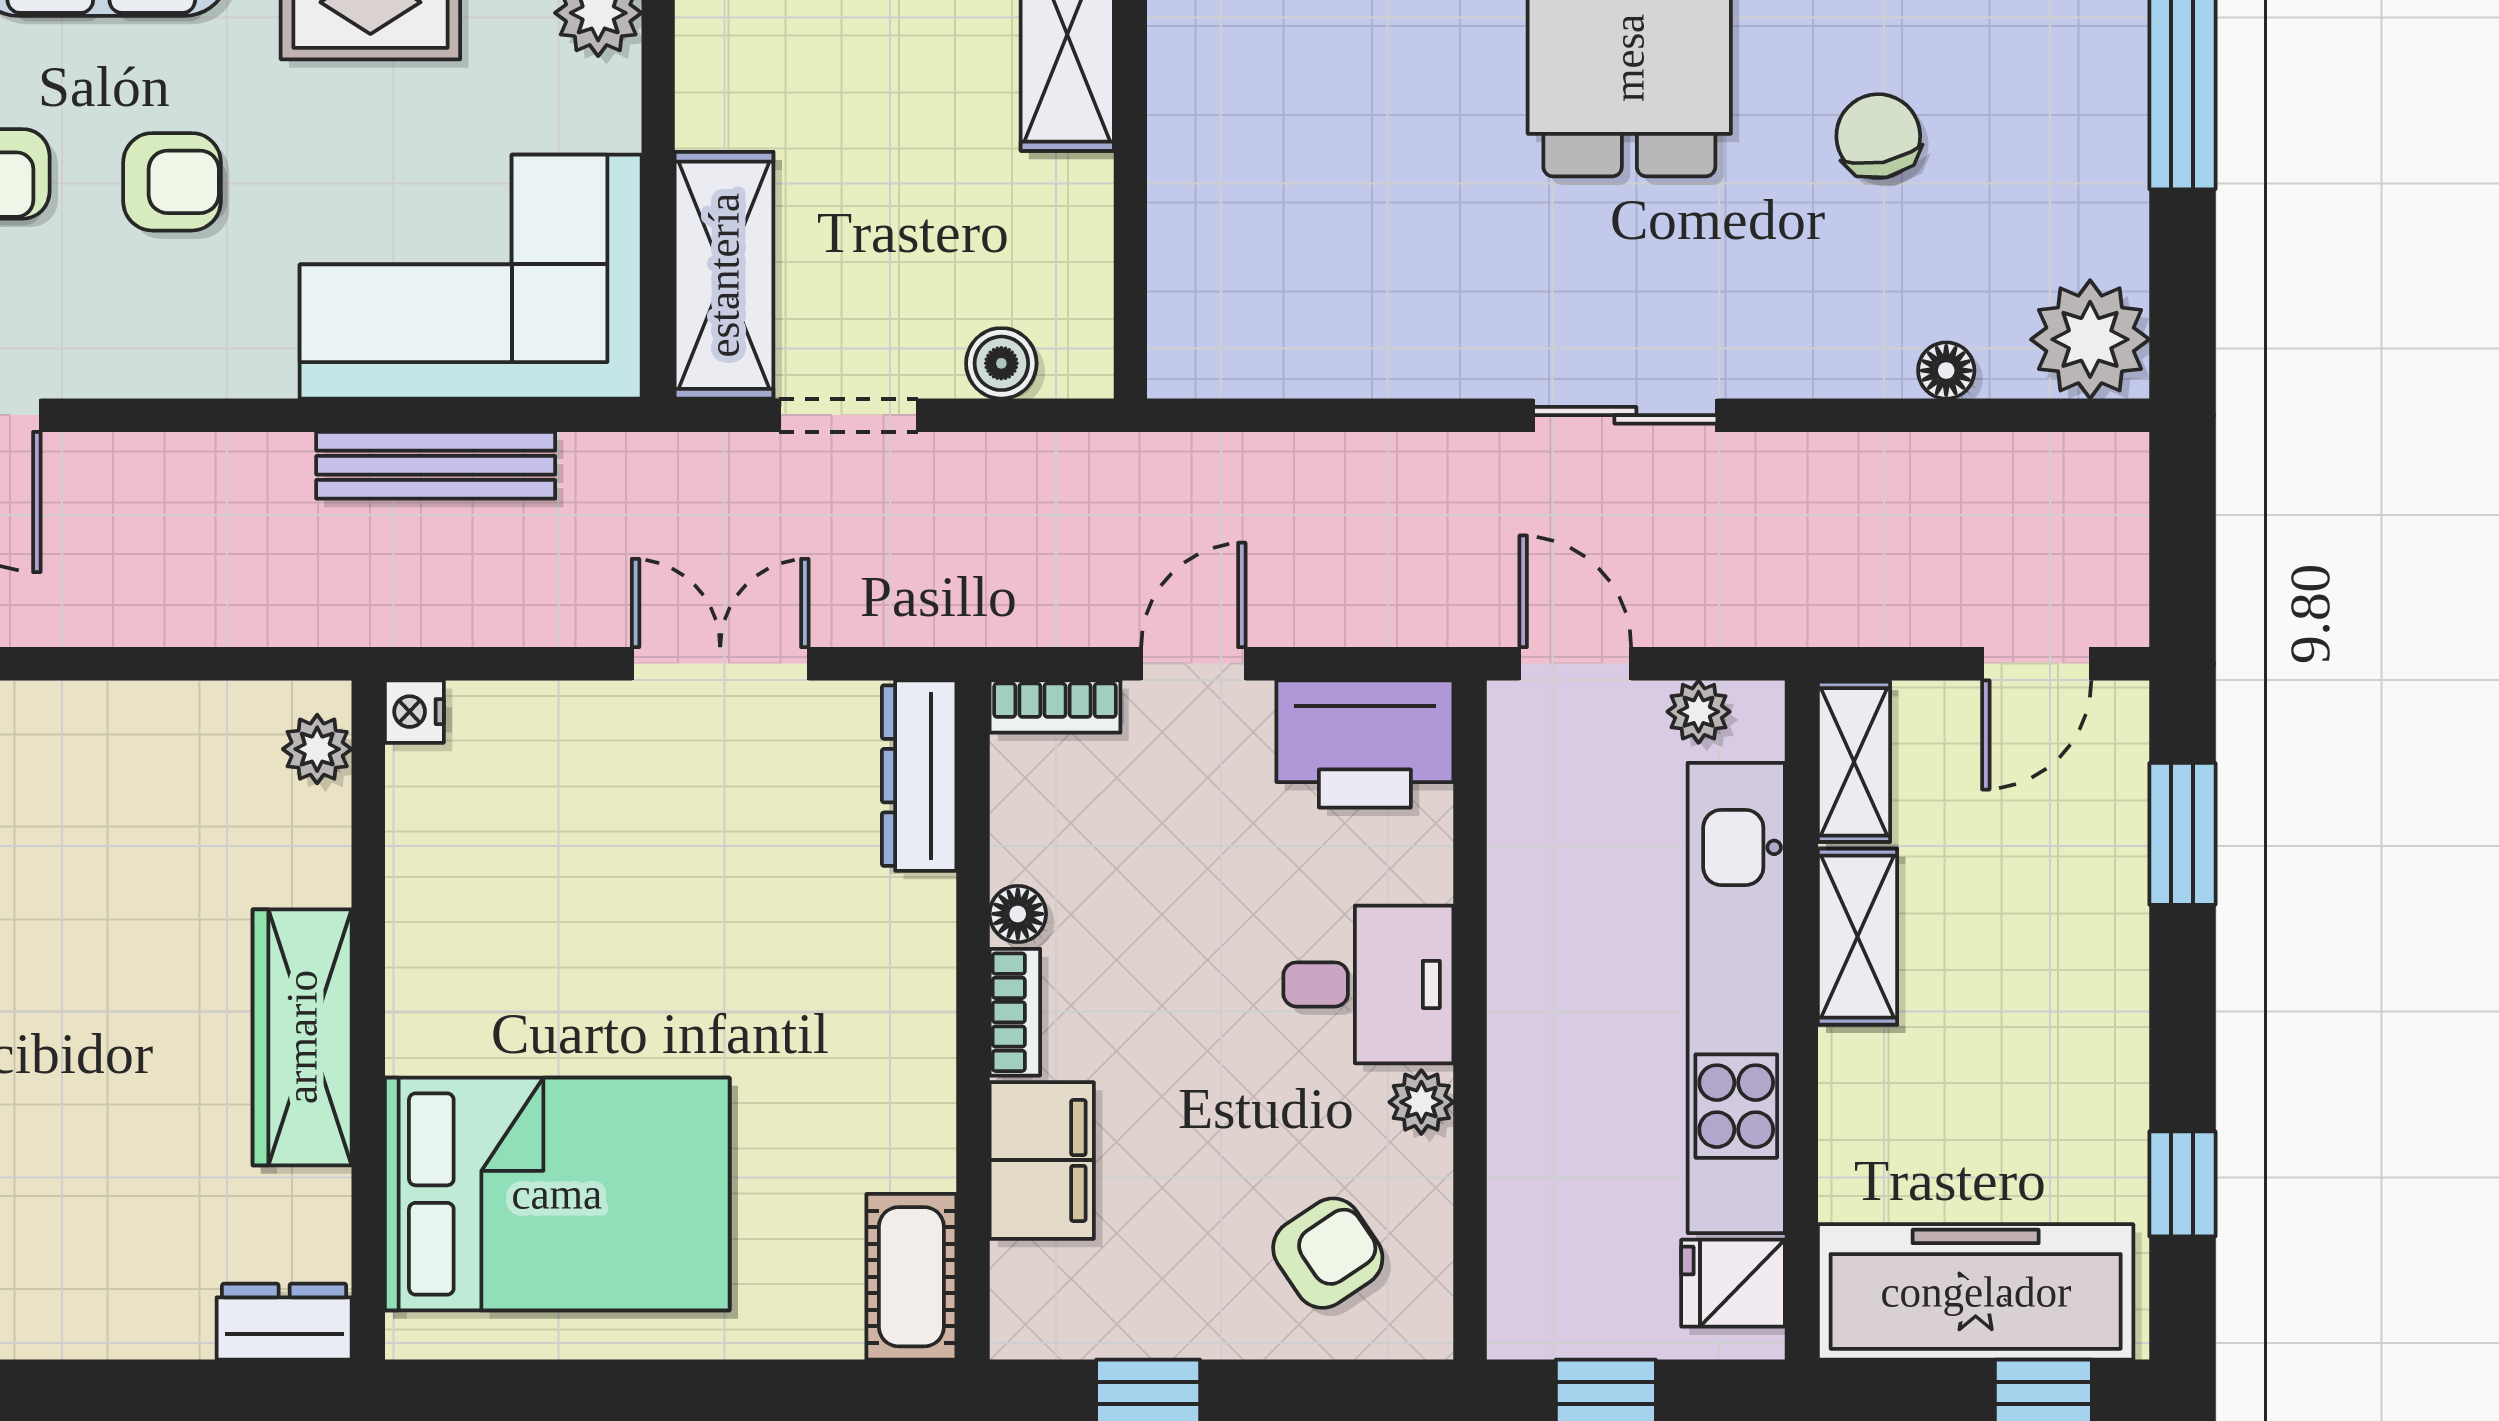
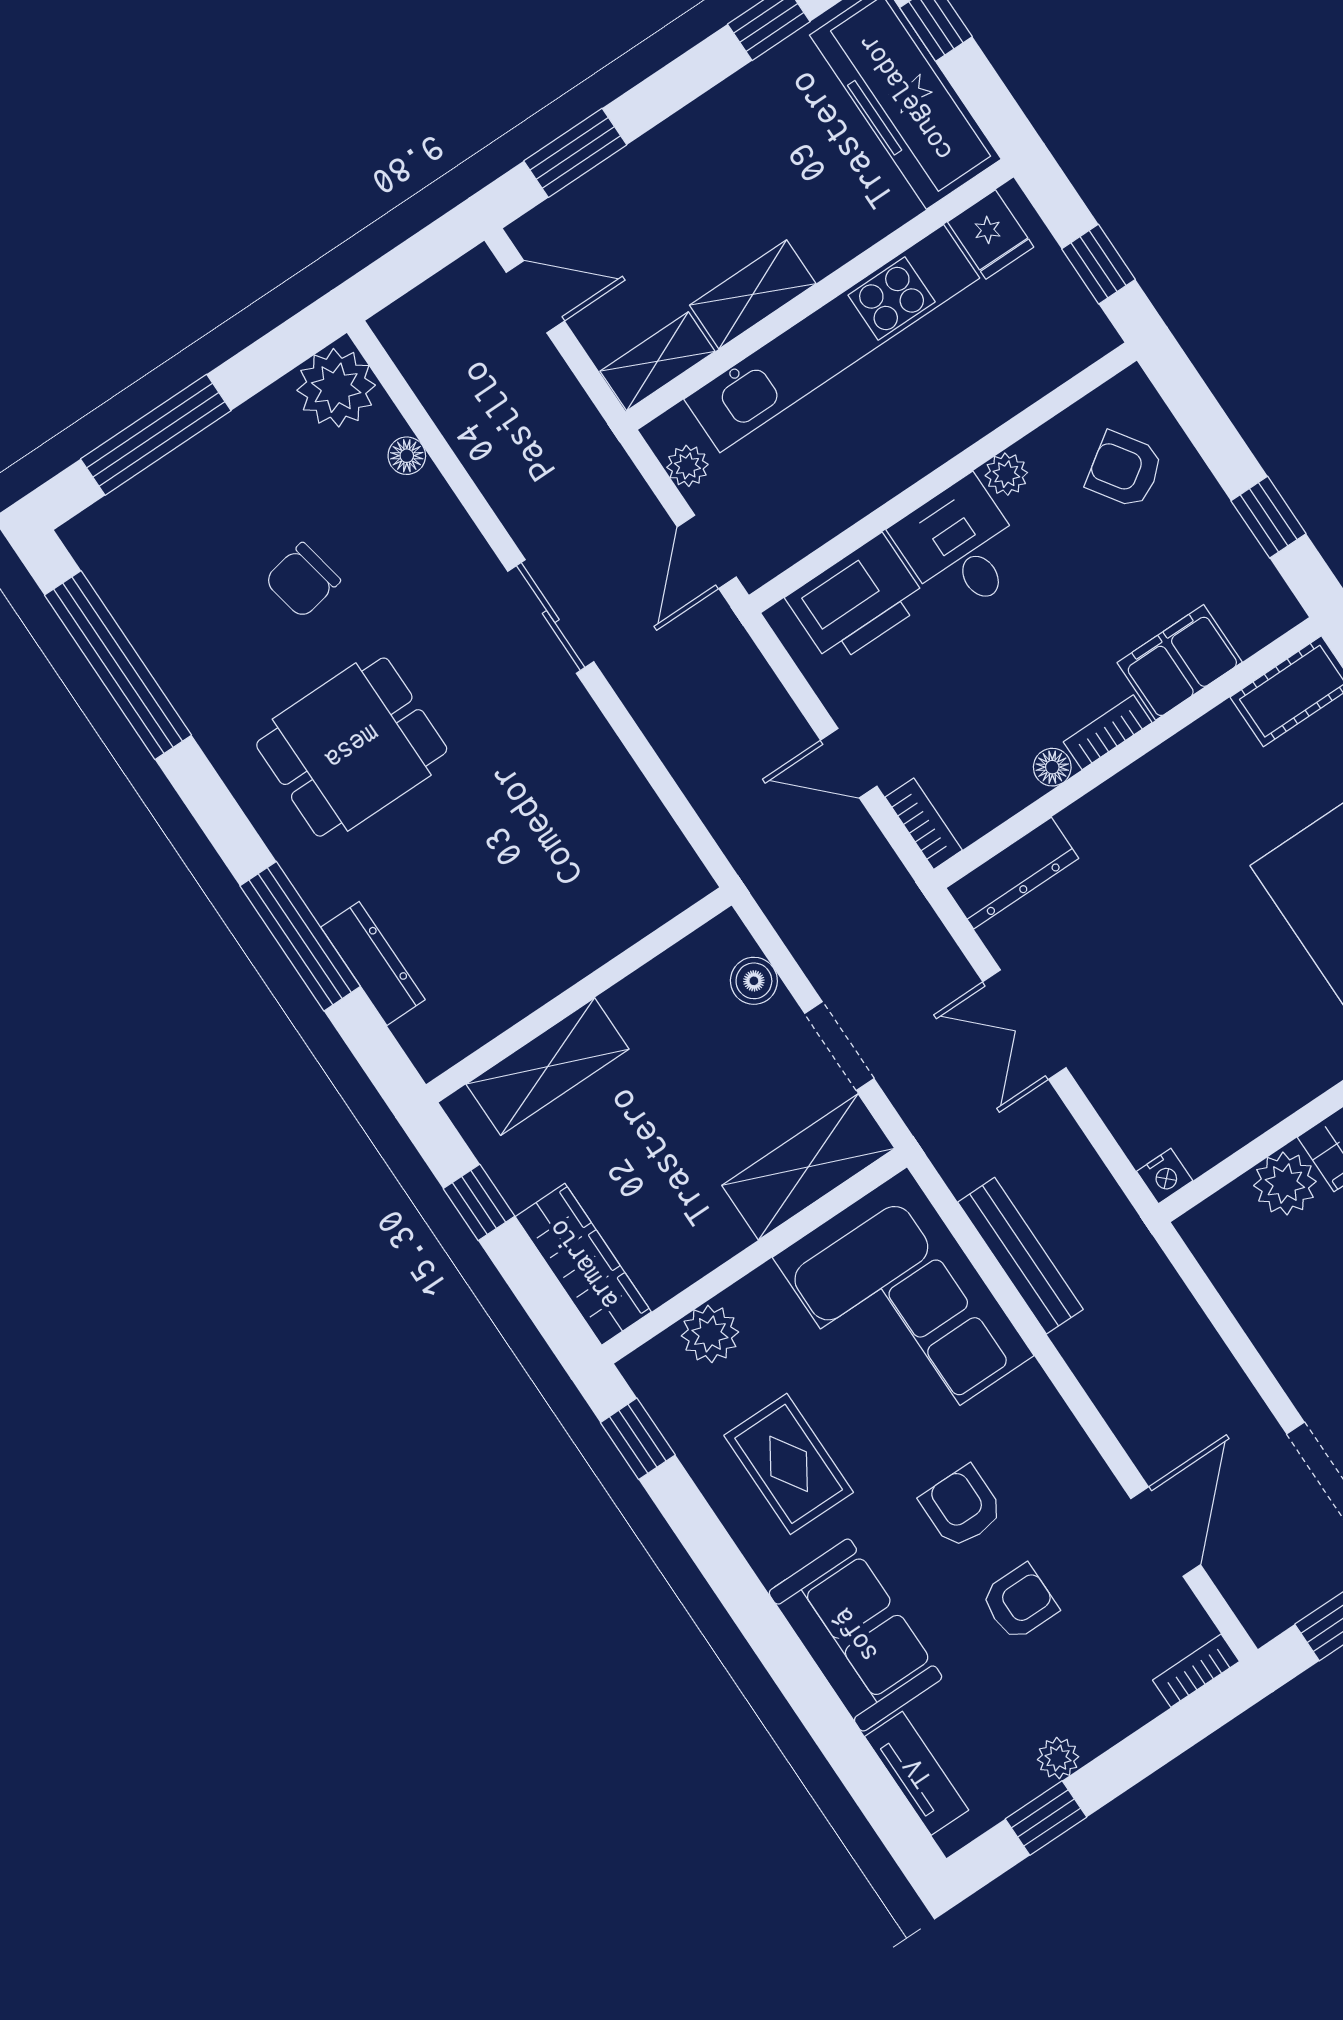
printer: (1365, 744) -> (857, 600), moved, turned 90
plant: (317, 749) -> (1285, 1183), moved, width x1.38, depth x1.38

